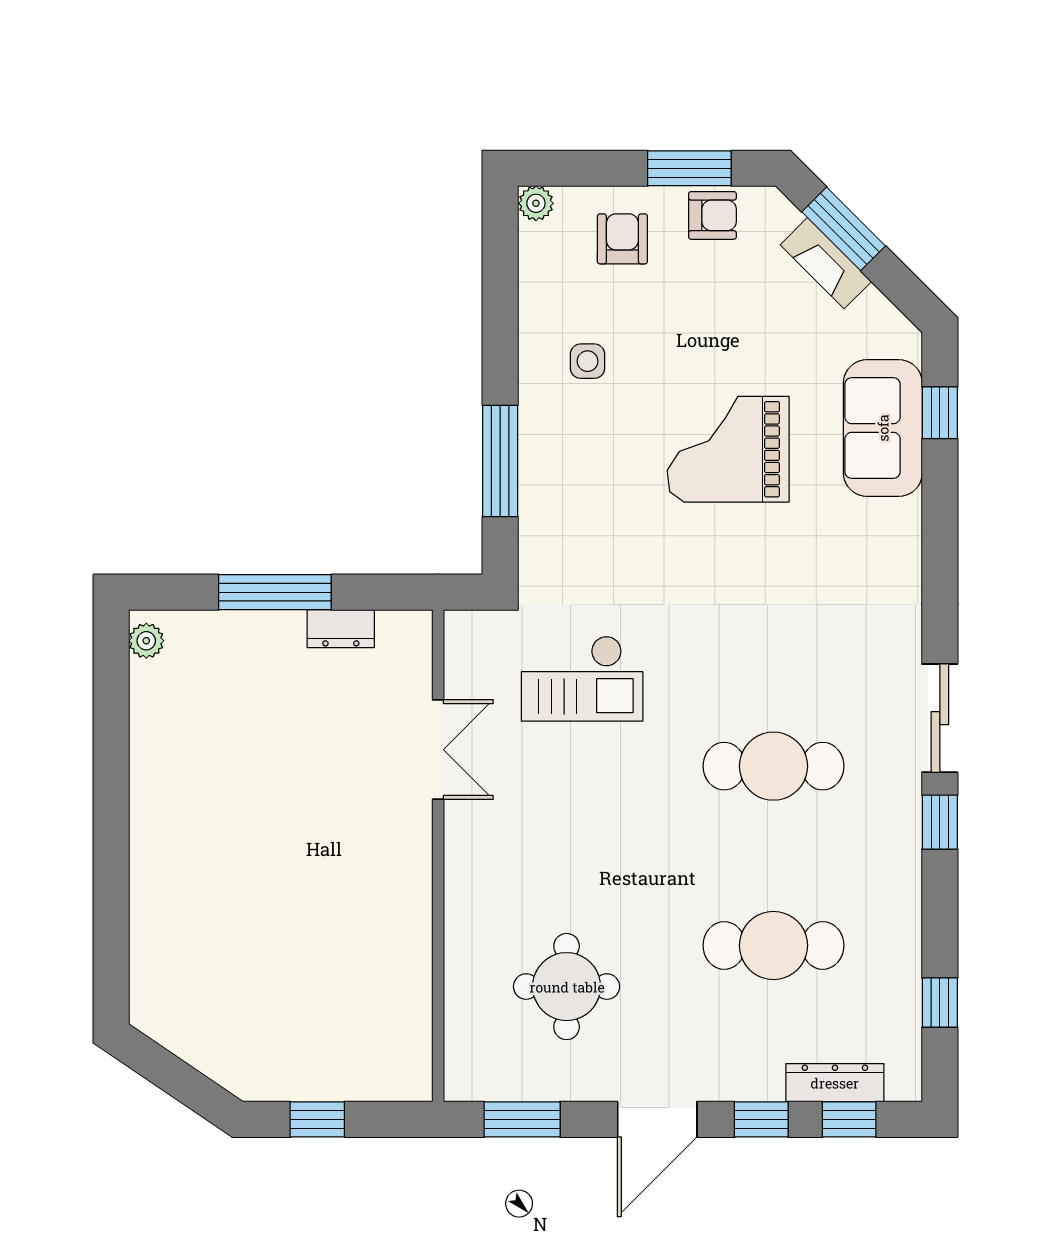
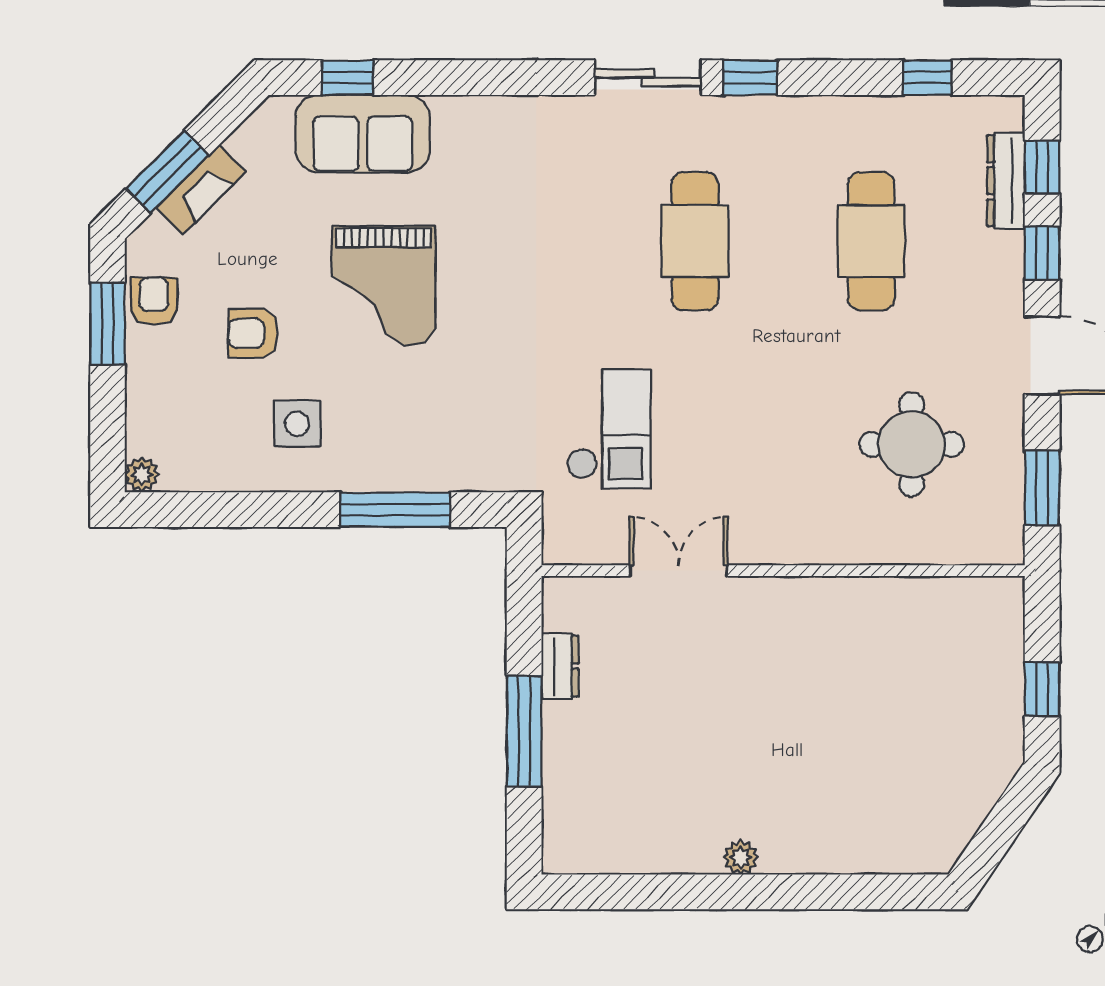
armchair: (622, 239) -> (253, 333), moved
side table: (588, 361) -> (297, 424), width x1.37, depth x1.37
plant: (146, 641) -> (741, 857), moved

